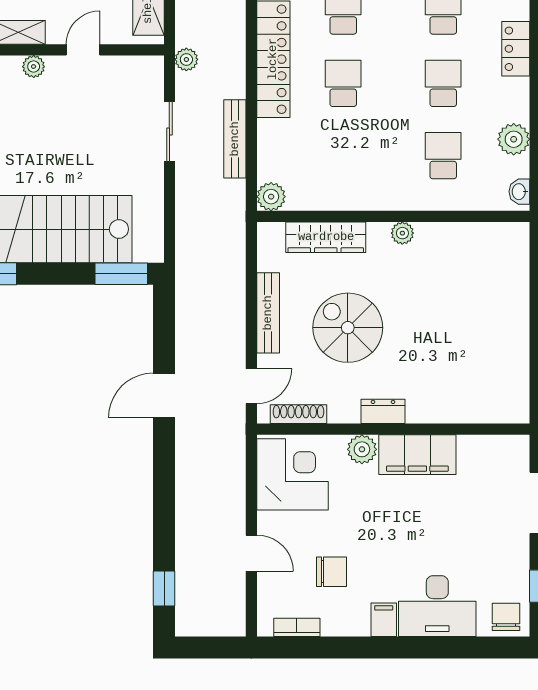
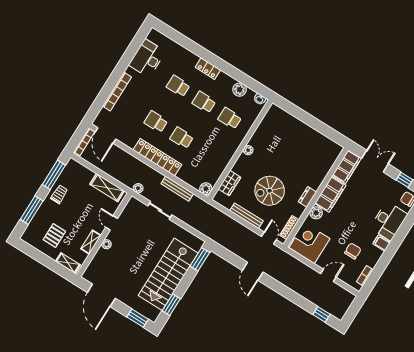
wardrobe: (326, 237) -> (230, 183), width x0.67
filing cabinet: (494, 453) -> (347, 167), added

